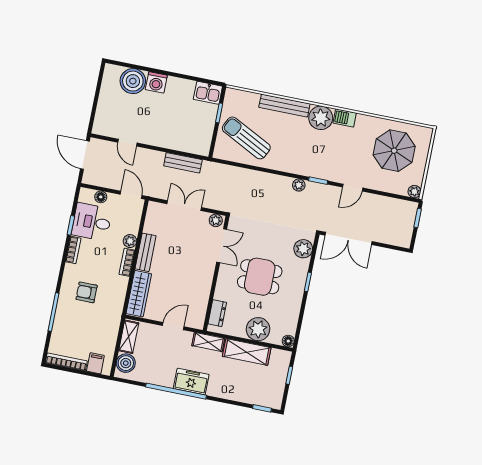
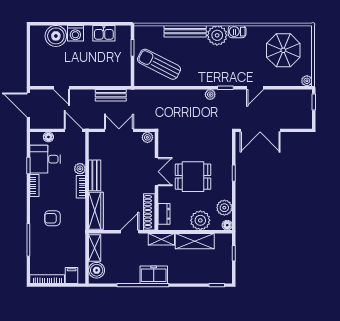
kitchen sink: (208, 93) -> (104, 33), moved
double door: (222, 246) -> (156, 172), moved
plant: (303, 249) -> (224, 208), moved
shoe rack: (201, 307) -> (149, 212), added

